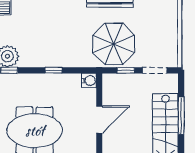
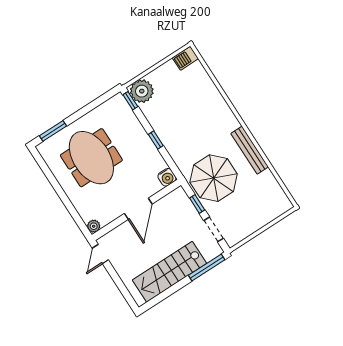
window: (181, 116) -> (207, 267), moved
door: (99, 120) -> (138, 209), hinge flipped

